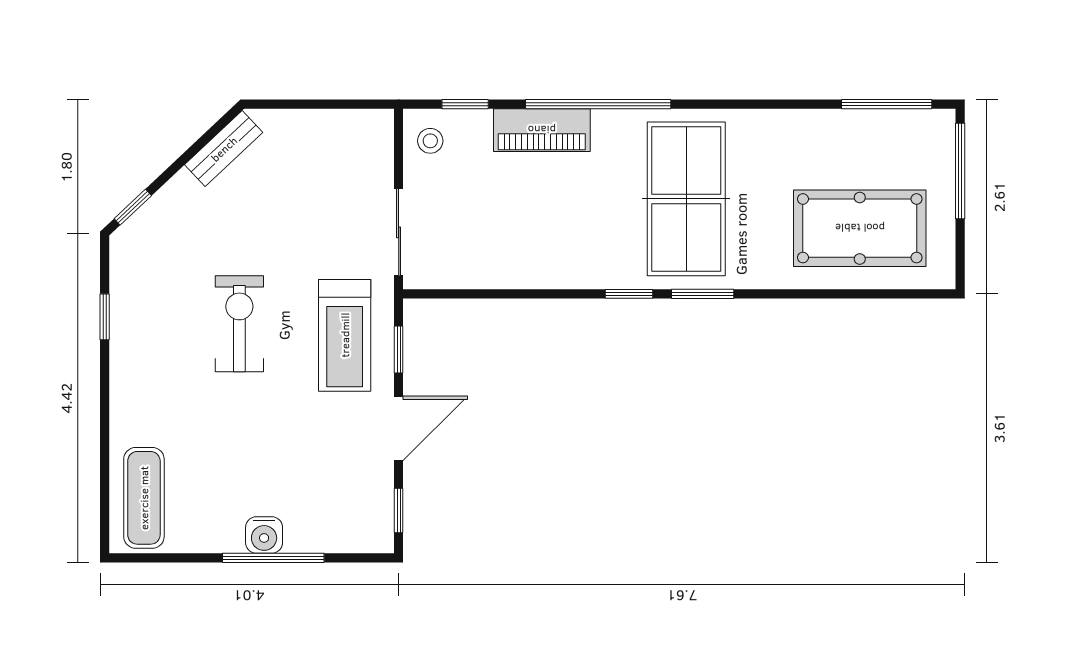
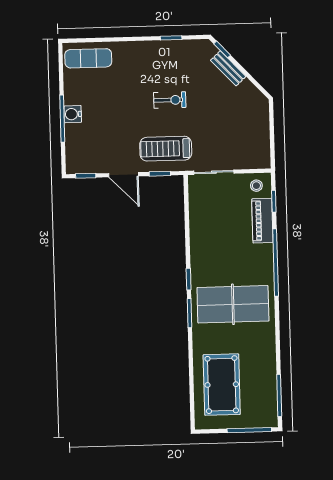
piano: (542, 130) -> (262, 221), moved
bench: (224, 149) -> (228, 68), moved
exercise bike: (239, 324) -> (170, 100), width x0.73, depth x0.72

